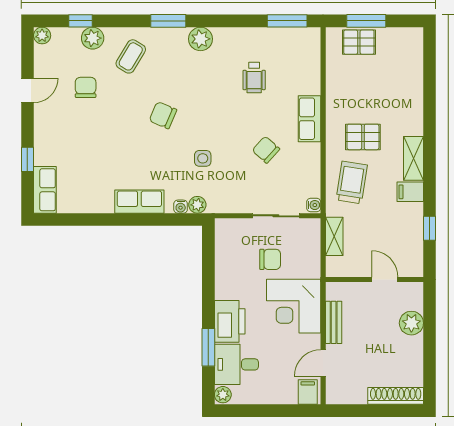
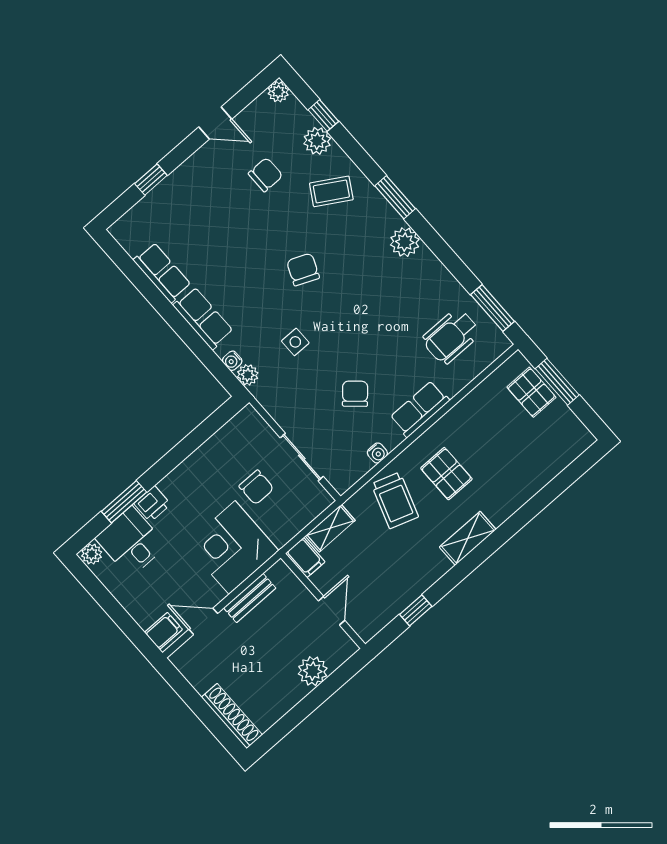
wheelchair: (254, 78) -> (451, 336), moved, width x1.36, depth x1.37
trolley: (352, 182) -> (395, 500), turned 100
row of seats: (45, 190) -> (162, 272), moved, turned -90
filing cabinet: (410, 192) -> (305, 558), moved, turned 180
water cooler: (314, 205) -> (377, 453), moved
printer: (230, 321) -> (152, 504), width x0.53, depth x0.68

